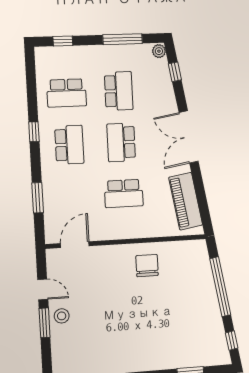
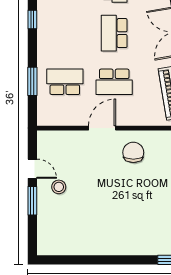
school desk: (69, 145) -> (65, 82), moved, turned -90
door: (75, 245) -> (102, 128), moved
stool: (62, 316) -> (59, 187), moved

